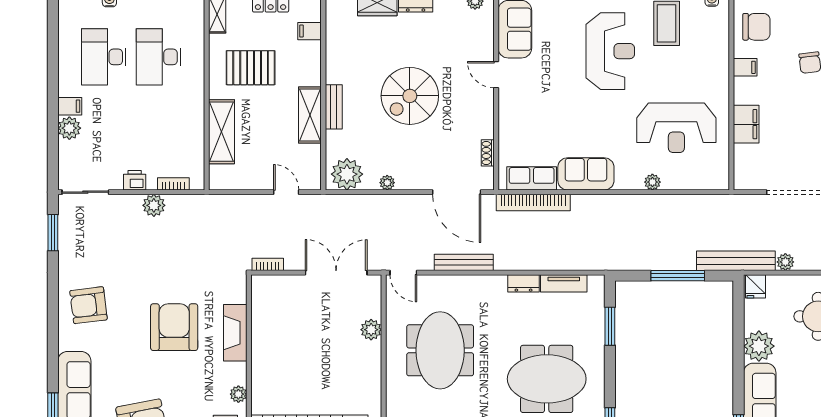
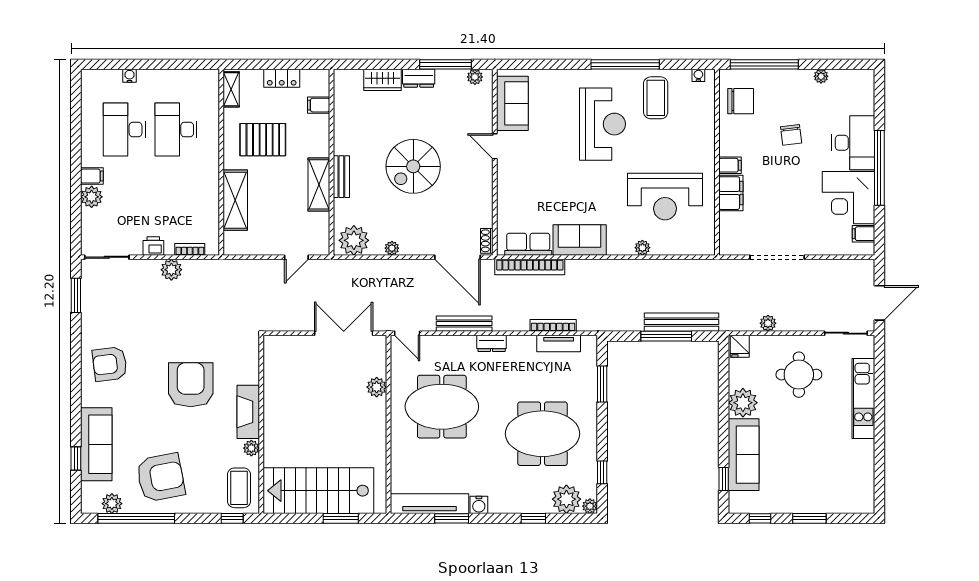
filing cabinet: (745, 67) -> (730, 165), moved
shoe rack: (488, 153) -> (487, 241), moved
door: (286, 192) -> (296, 257), swing flipped
bench: (736, 261) -> (681, 322), moved
bookcase: (268, 264) -> (553, 325), moved, width x1.56
dresser: (524, 283) -> (492, 343), moved
fireplace: (235, 333) -> (248, 412), moved
meeting table: (440, 350) -> (442, 407), turned 90

